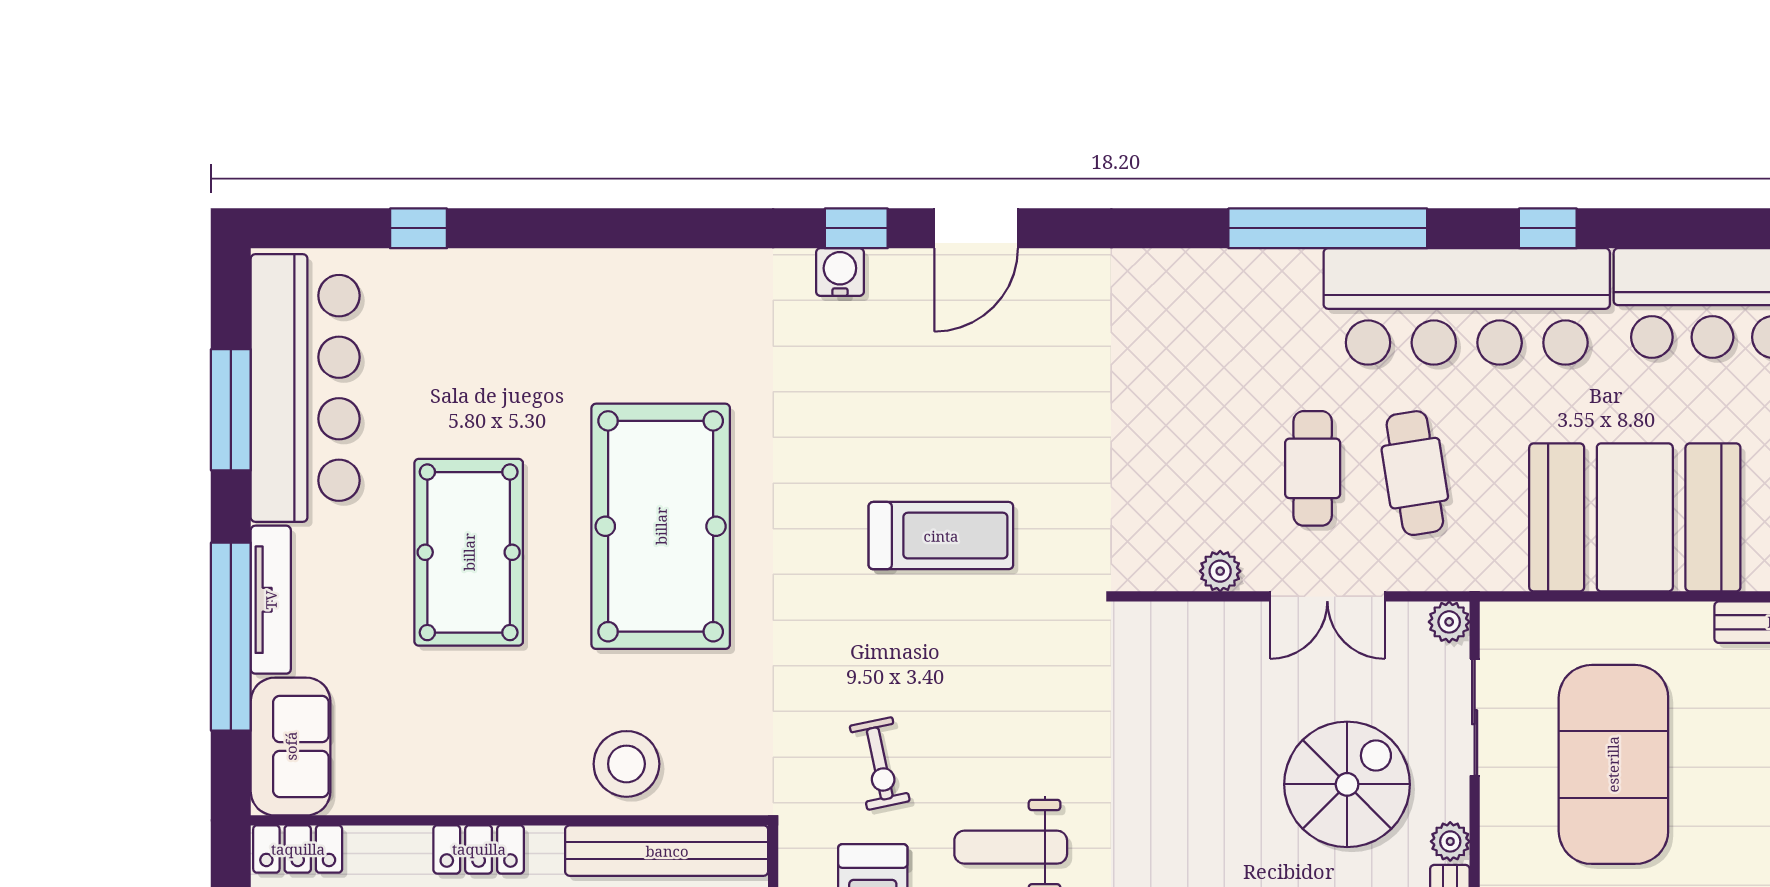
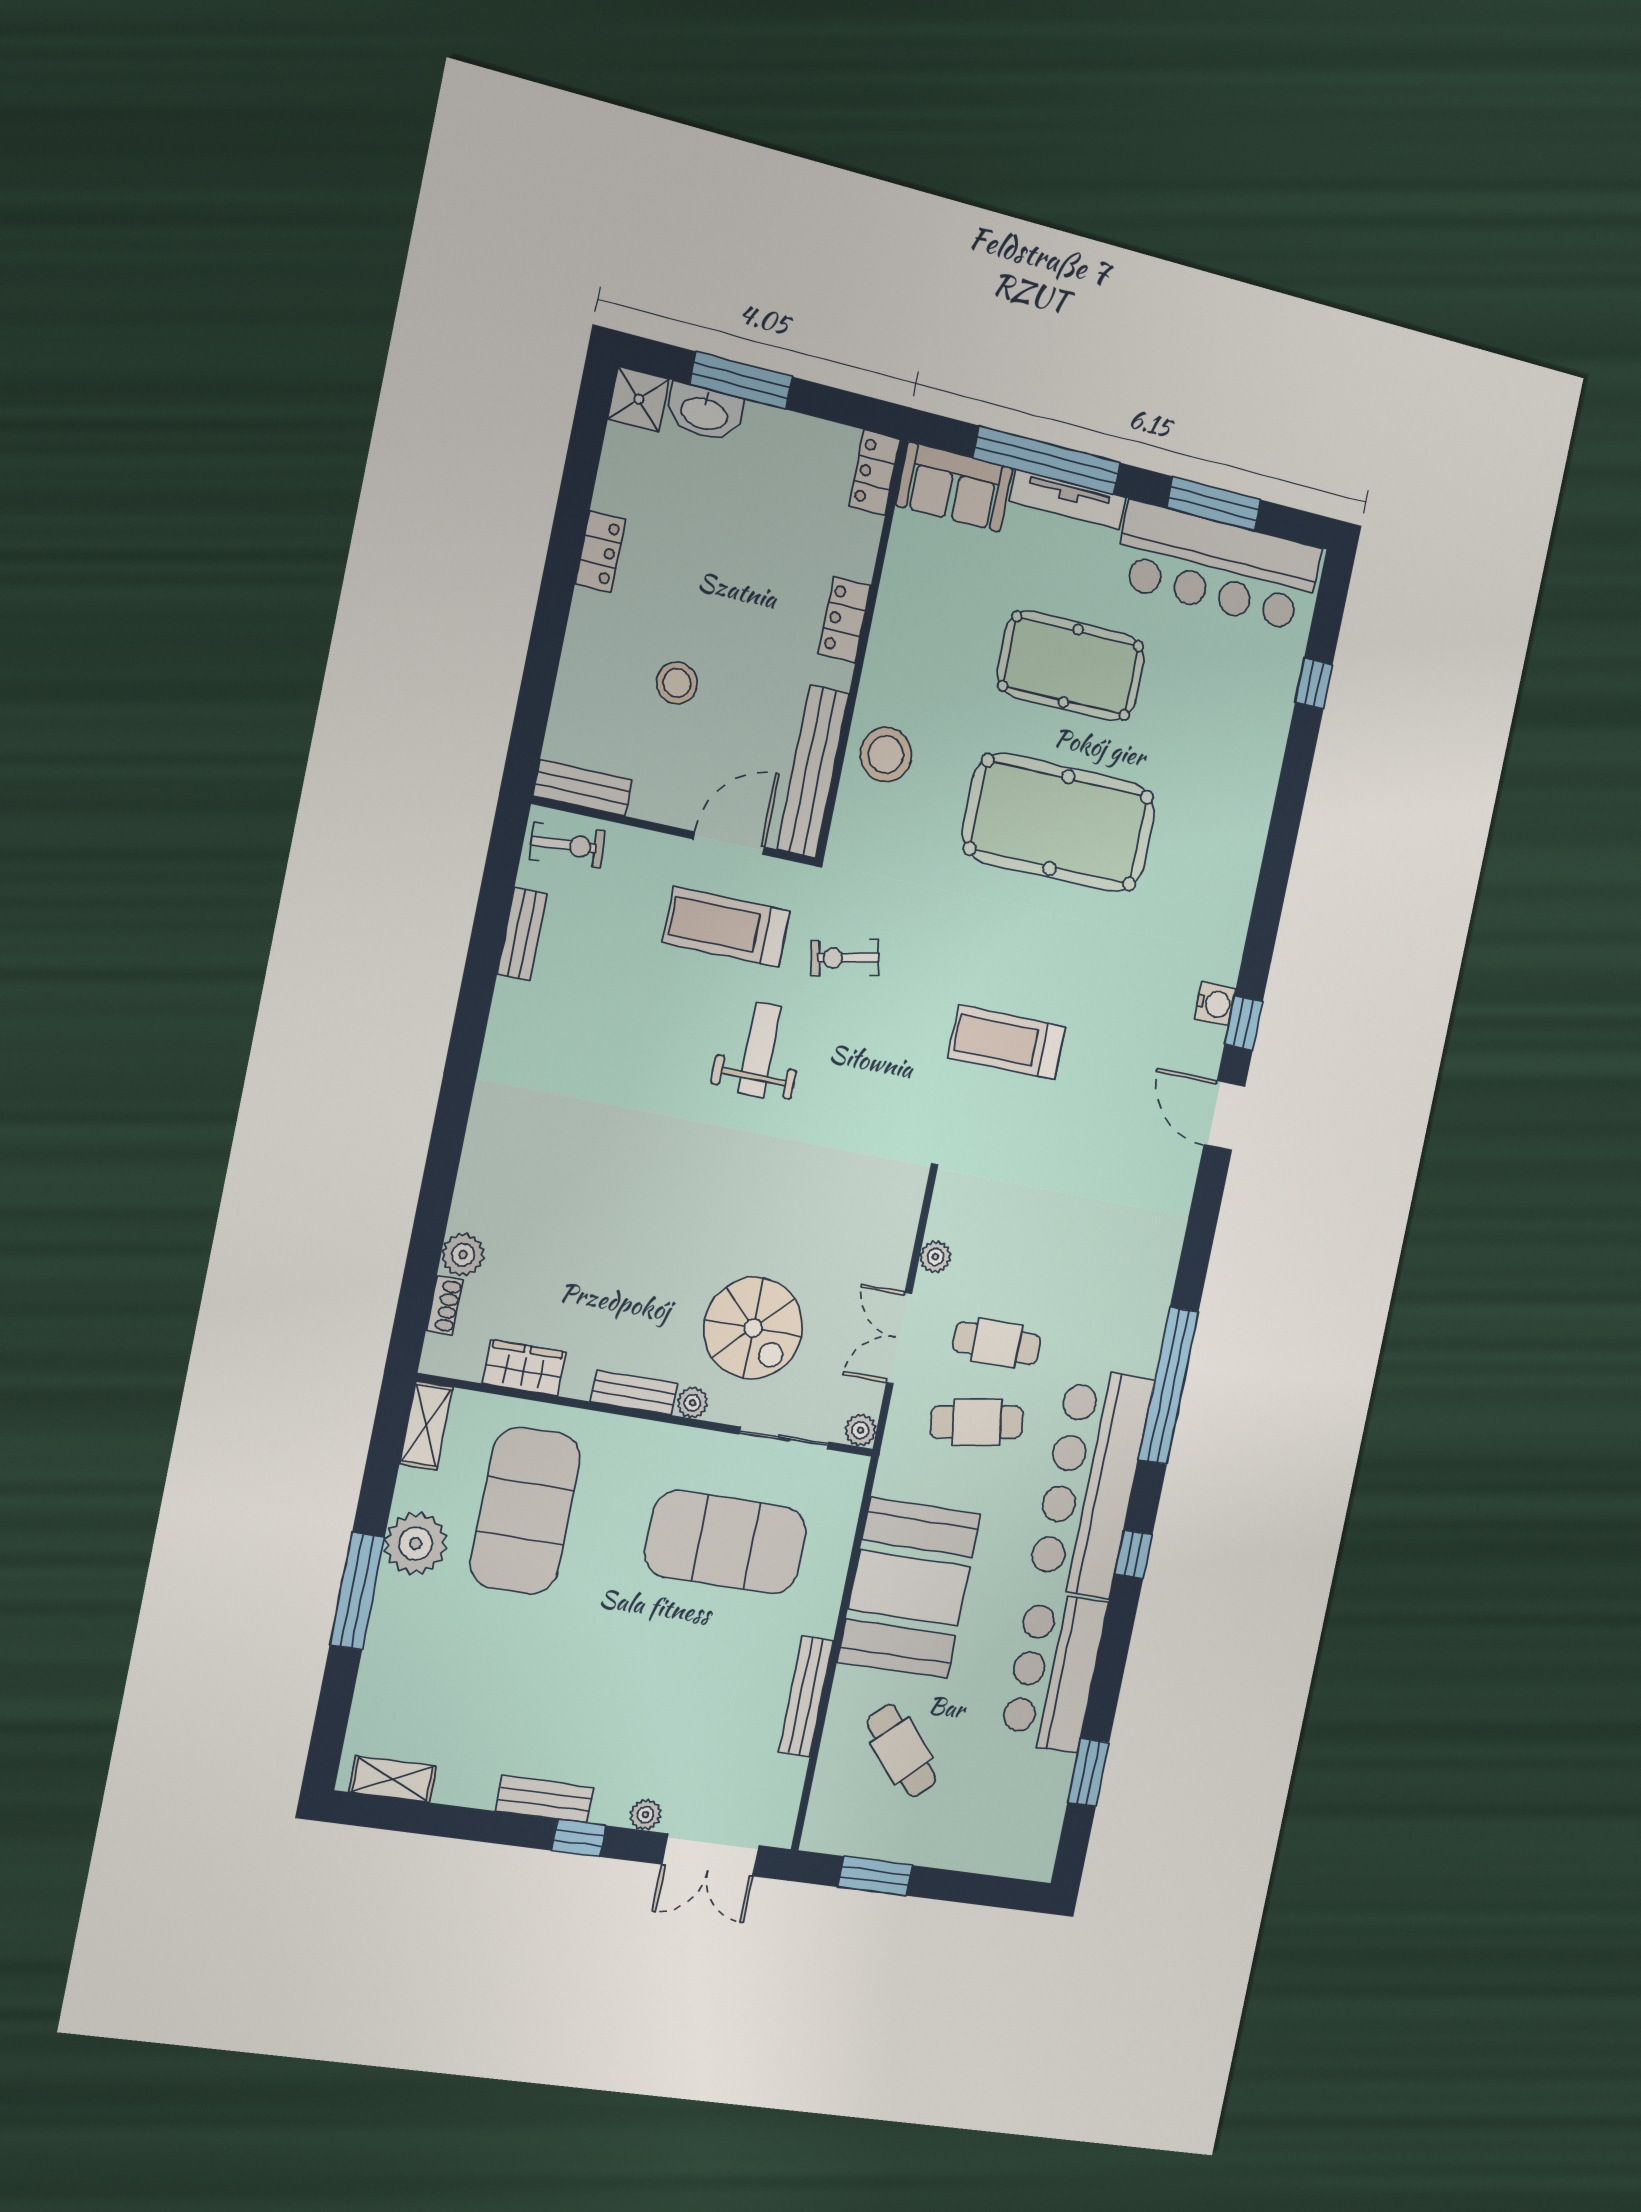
treadmill: (941, 536) -> (1007, 1042), turned 90

